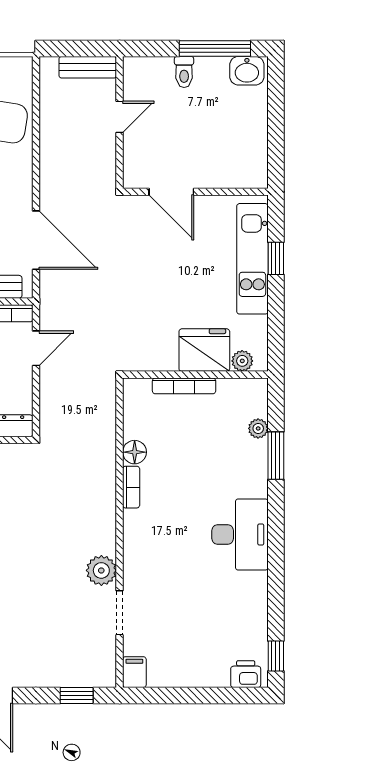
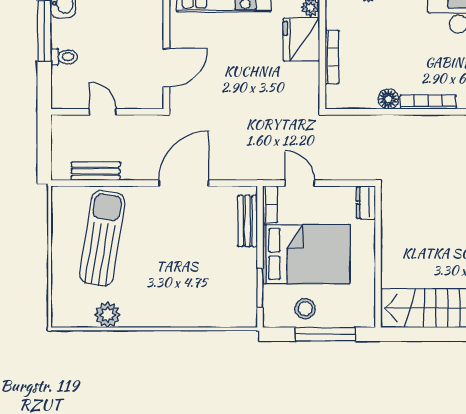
bench: (88, 67) -> (96, 171), moved, turned 90
door: (36, 240) -> (184, 183), moved
bookcase: (131, 487) -> (428, 102), width x1.56

